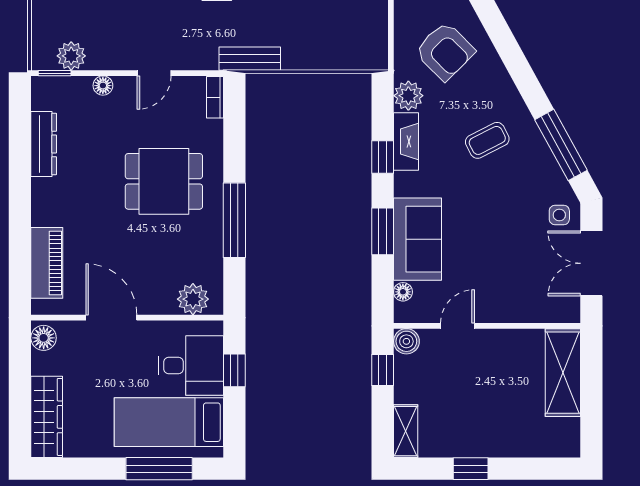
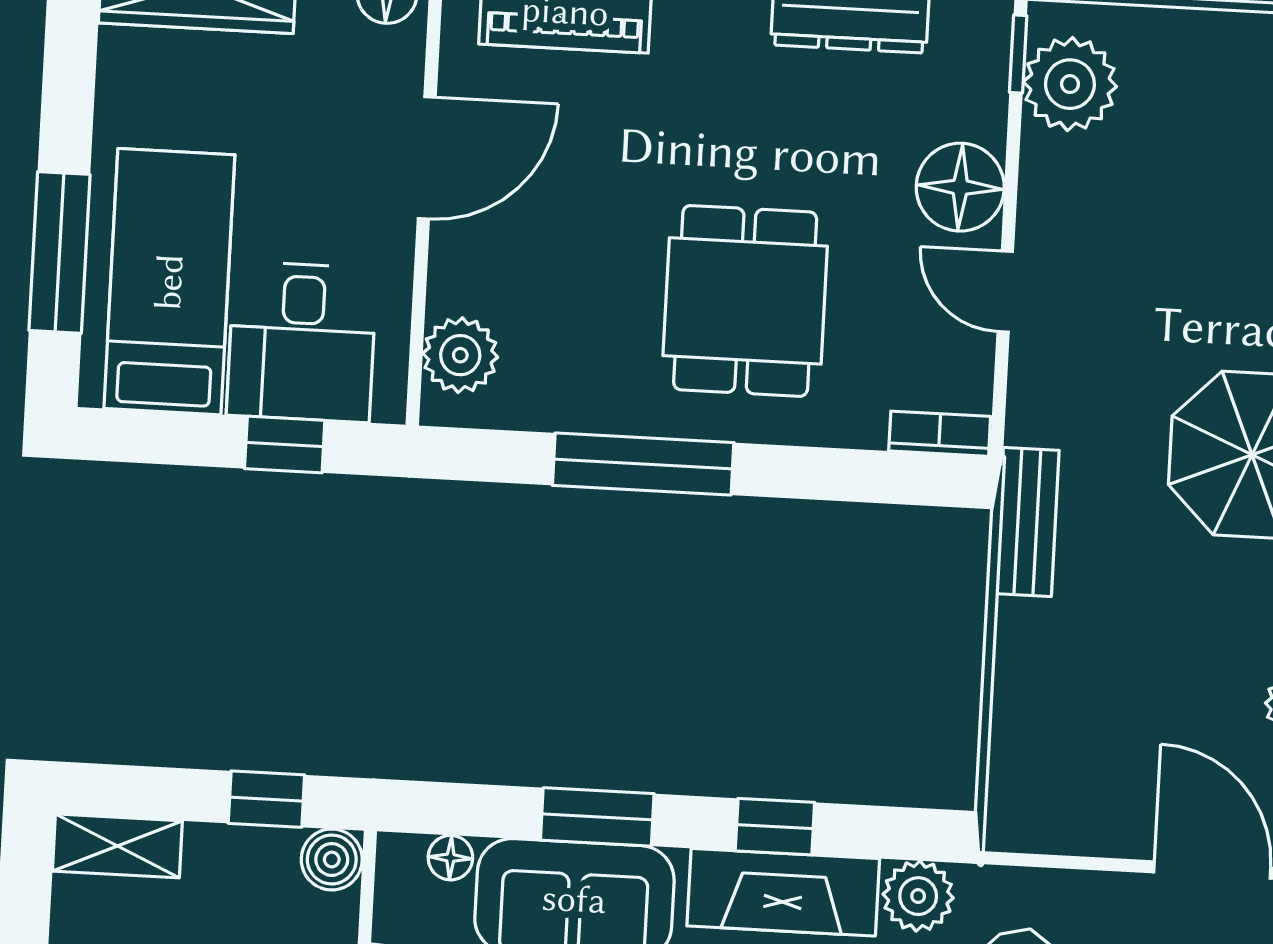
plant: (71, 56) -> (1070, 84), width x1.36, depth x1.36
floor lamp: (103, 86) -> (960, 187), width x1.89, depth x1.89
fireplace: (406, 142) -> (783, 892), width x1.37, depth x1.32

